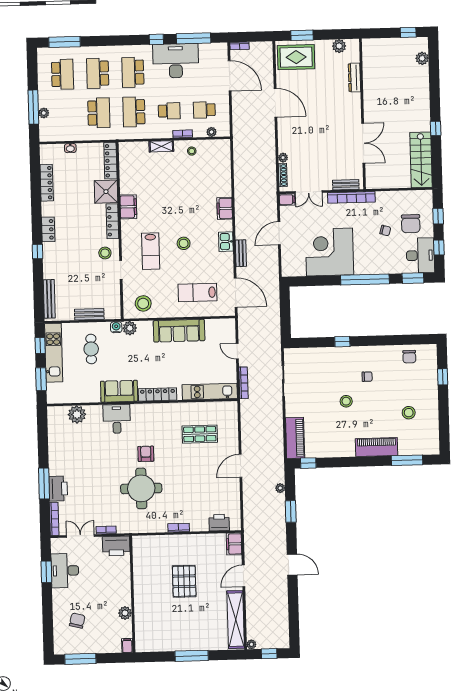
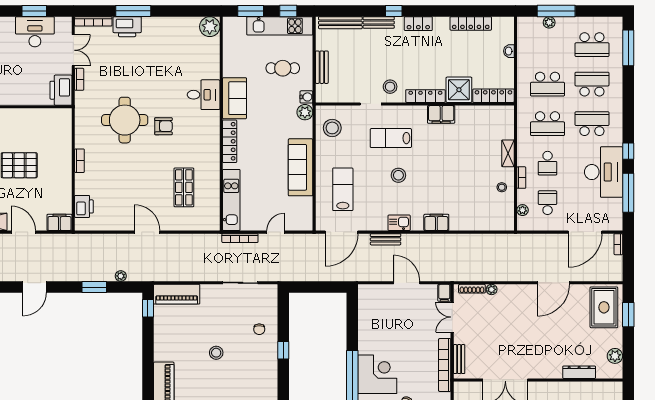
school desk: (134, 112) -> (548, 124), turned 180
corner desk: (329, 252) -> (377, 374), moved, width x0.74, depth x0.74
bench: (48, 265) -> (379, 23), added
chair: (367, 377) -> (259, 329), moved
plant: (77, 414) -> (210, 27), moved

